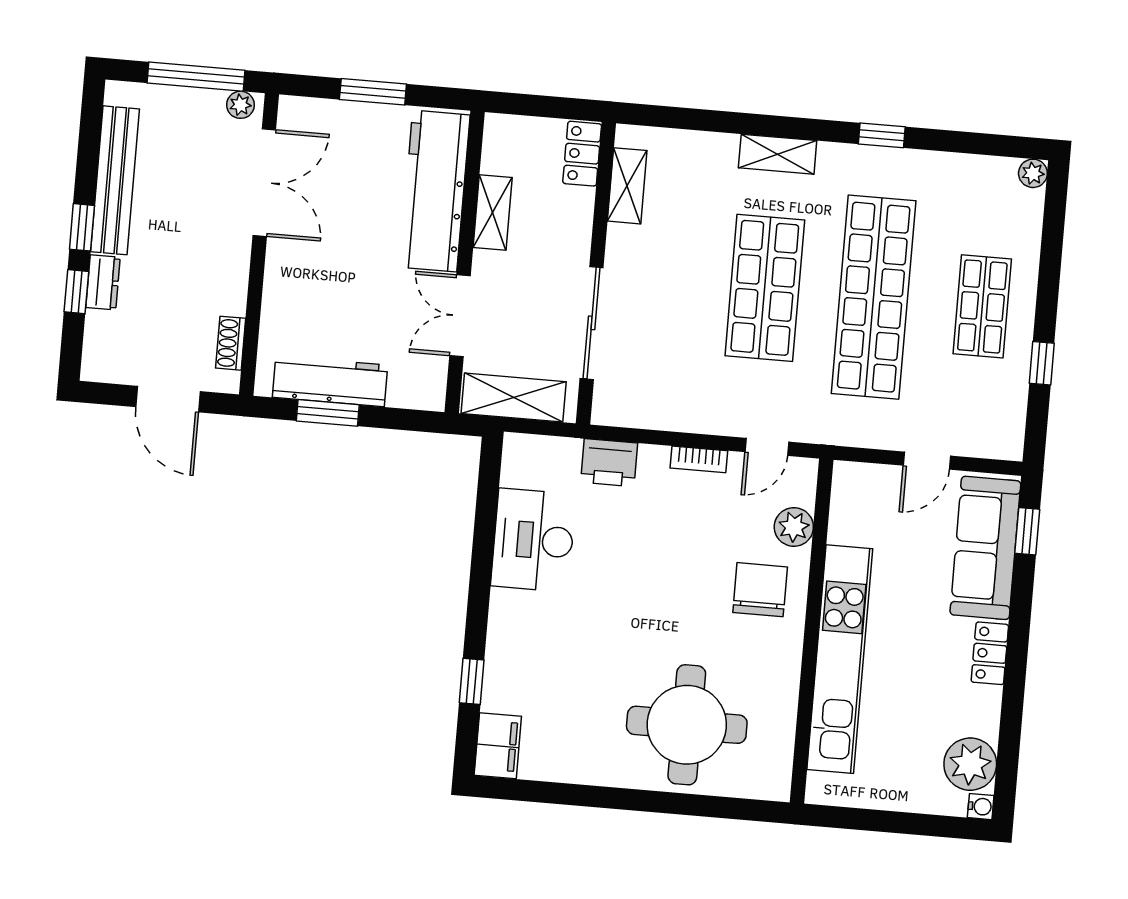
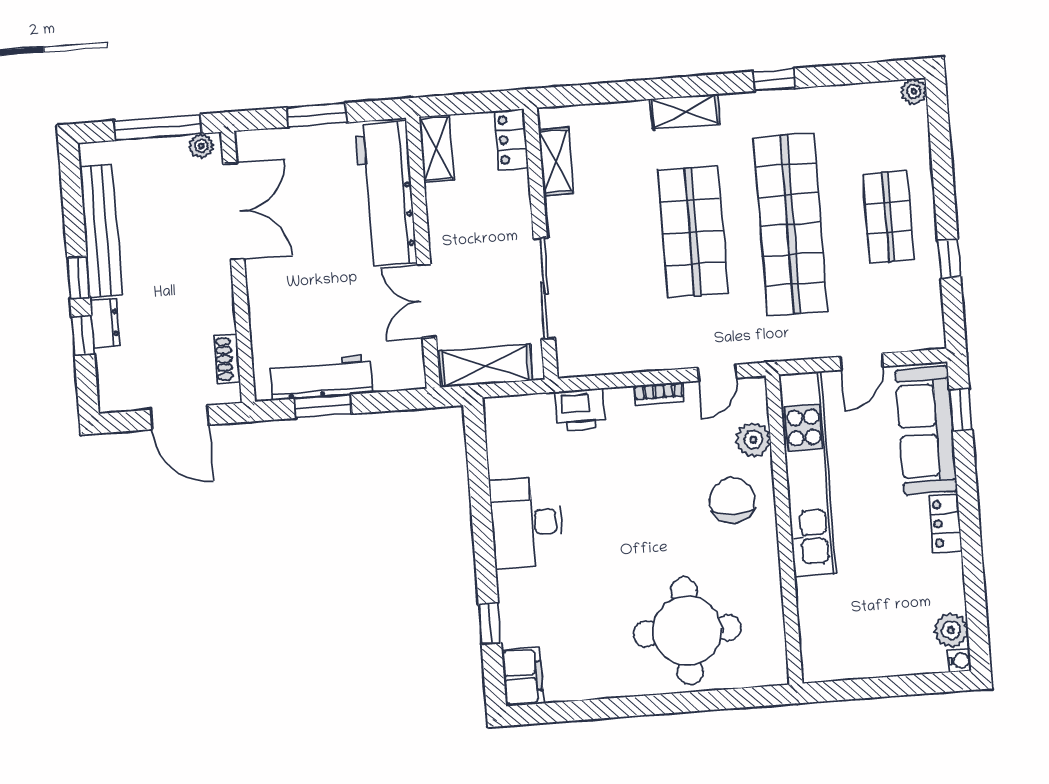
shelving: (493, 212) -> (436, 148), moved
desk: (533, 540) -> (527, 523), moved
kitchen unit: (840, 659) -> (807, 474), moved
plant: (970, 764) -> (951, 630), width x0.73, depth x0.73

